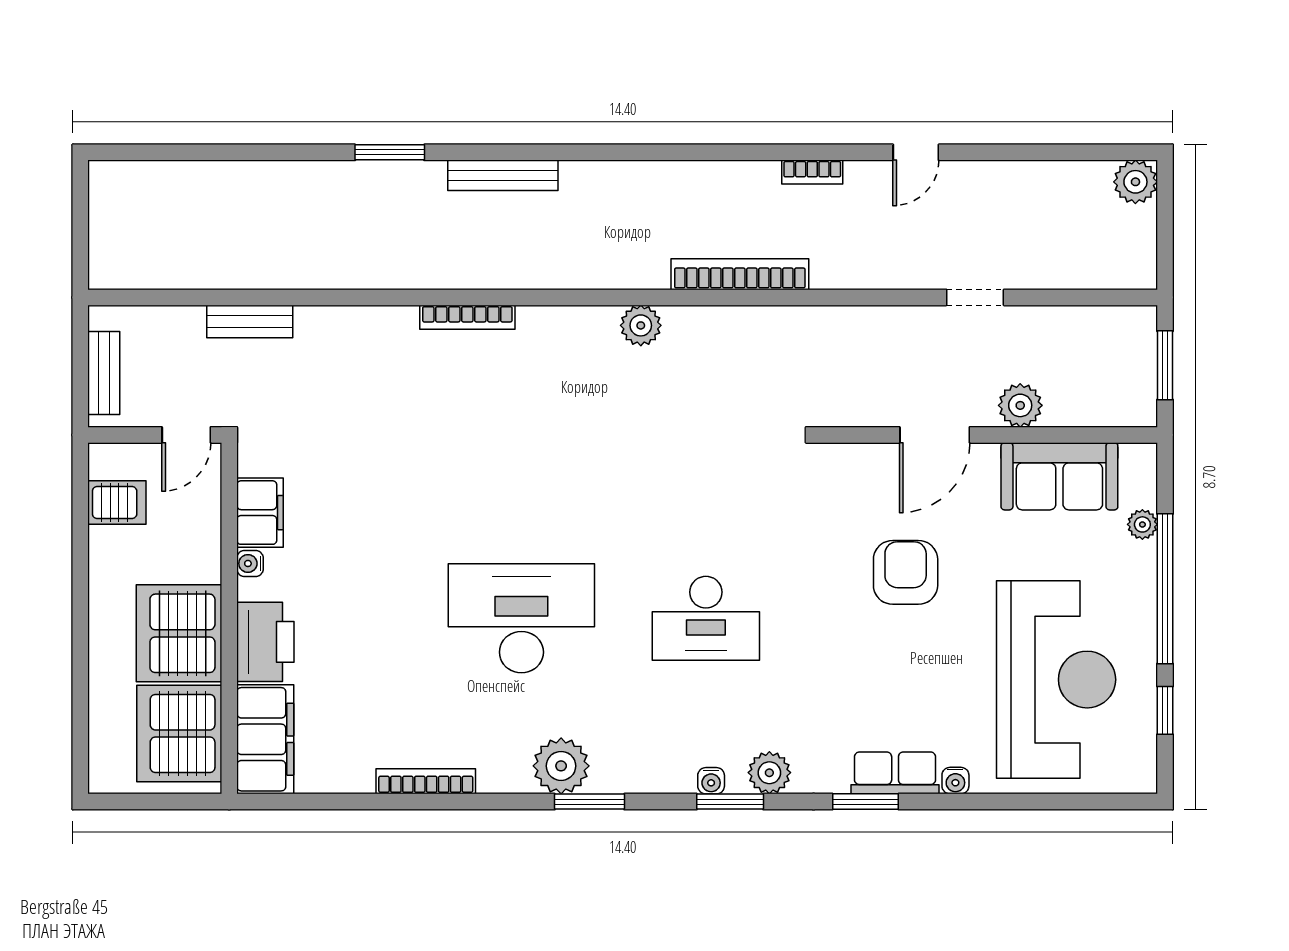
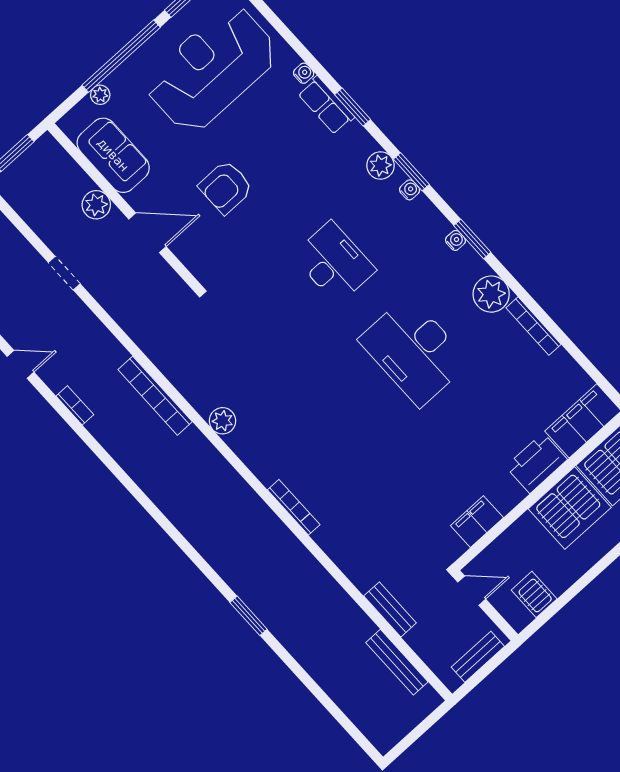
bench: (503, 175) -> (397, 662), moved
water cooler: (250, 563) -> (455, 240), moved, turned -90
plant: (561, 766) -> (491, 294), moved

